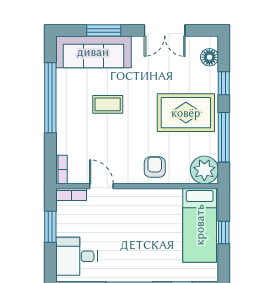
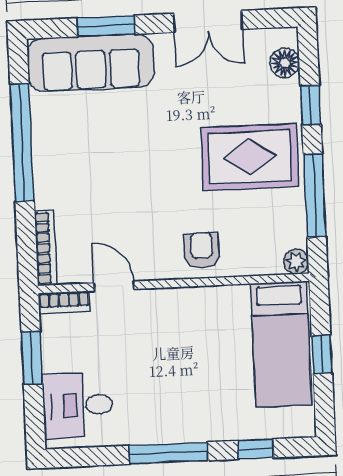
coffee table: (108, 104) -> (118, 149), removed
bookcase: (62, 170) -> (46, 248), width x1.56
plant: (204, 170) -> (296, 262), width x0.53, depth x0.53

